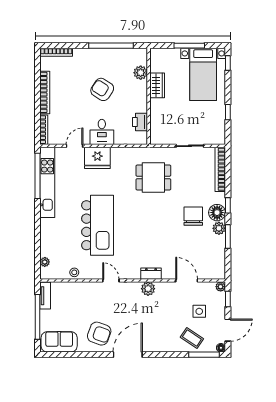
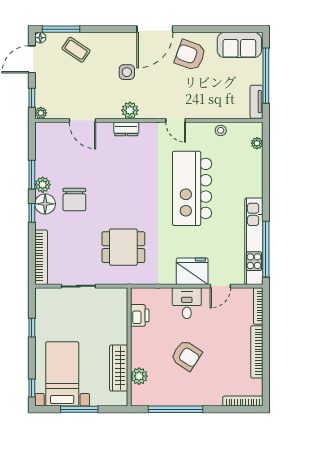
wardrobe: (157, 85) -> (119, 368), width x1.50
side table: (199, 311) -> (127, 72), moved

